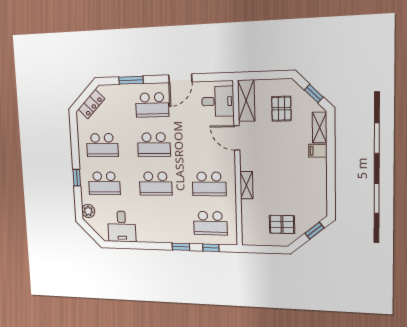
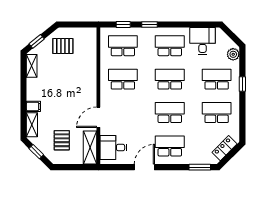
window: (131, 80) -> (200, 167), moved
door: (237, 138) -> (98, 117), swing flipped
shelving: (246, 185) -> (32, 66), moved
school desk: (157, 222) -> (170, 46), added

